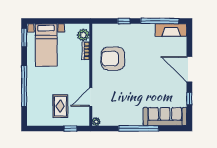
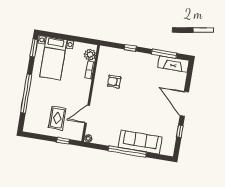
window: (160, 21) -> (164, 54), width x0.68
armchair: (113, 59) -> (114, 82), width x0.53, depth x0.53
sofa: (165, 117) -> (140, 142), moved

